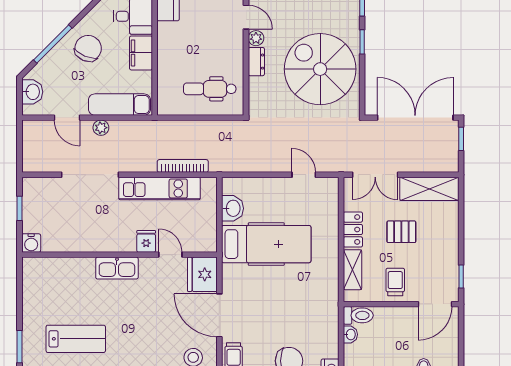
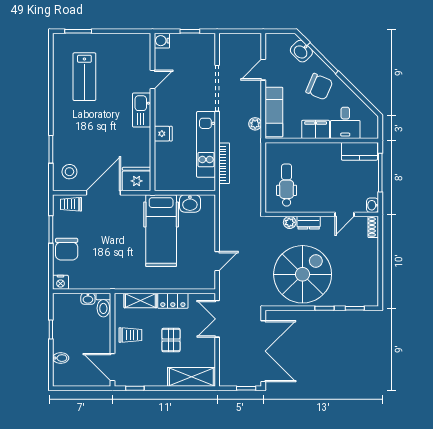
plant: (256, 38) -> (290, 222), moved
washbasin: (32, 92) -> (301, 51), moved, turned 45
plant: (101, 128) -> (255, 124), moved
shelving: (429, 189) -> (191, 377), moved, turned 90
door: (170, 255) -> (152, 80), moved

